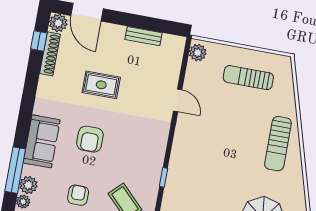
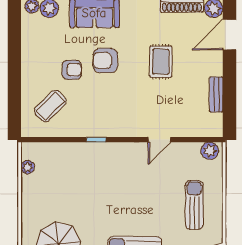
window: (164, 177) -> (96, 140), moved
armchair: (78, 195) -> (72, 70), moved

